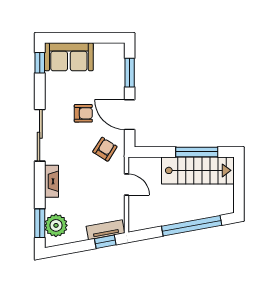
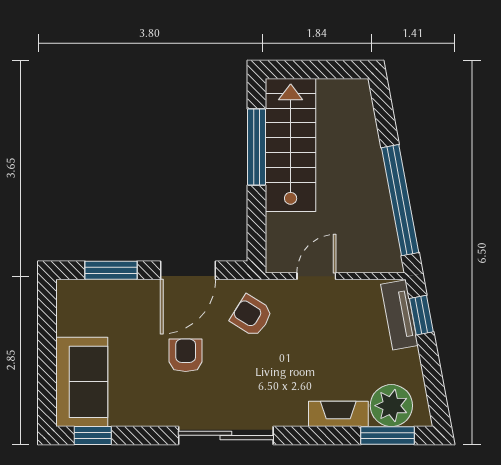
fireplace: (51, 181) -> (338, 414), moved
window: (192, 226) -> (400, 200), moved

